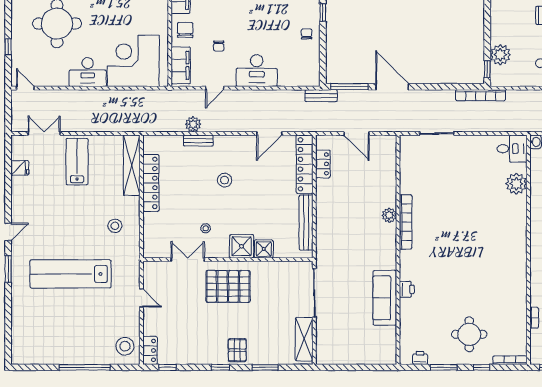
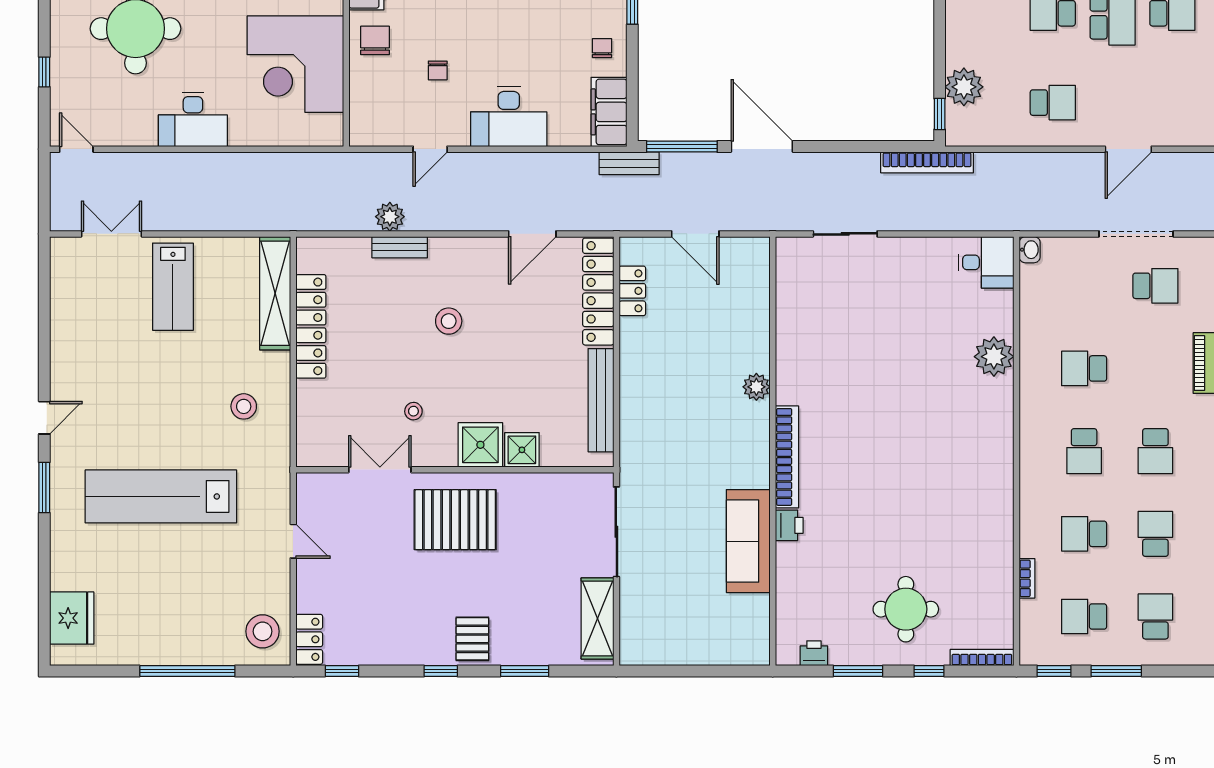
corner desk: (133, 61) -> (295, 64), moved, turned -90
filing cabinet: (181, 65) -> (609, 112), moved, turned 180
lab bench: (77, 162) -> (173, 287), turned 180
fridge: (20, 168) -> (72, 618), moved, width x1.88, depth x1.34
plant: (516, 184) -> (994, 357), moved
bookcase: (406, 222) -> (787, 457), moved

